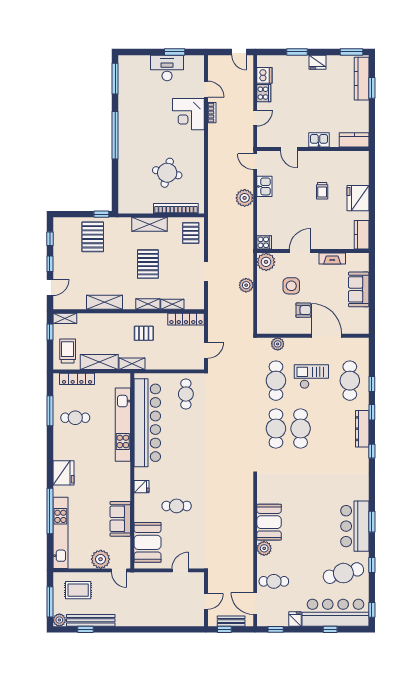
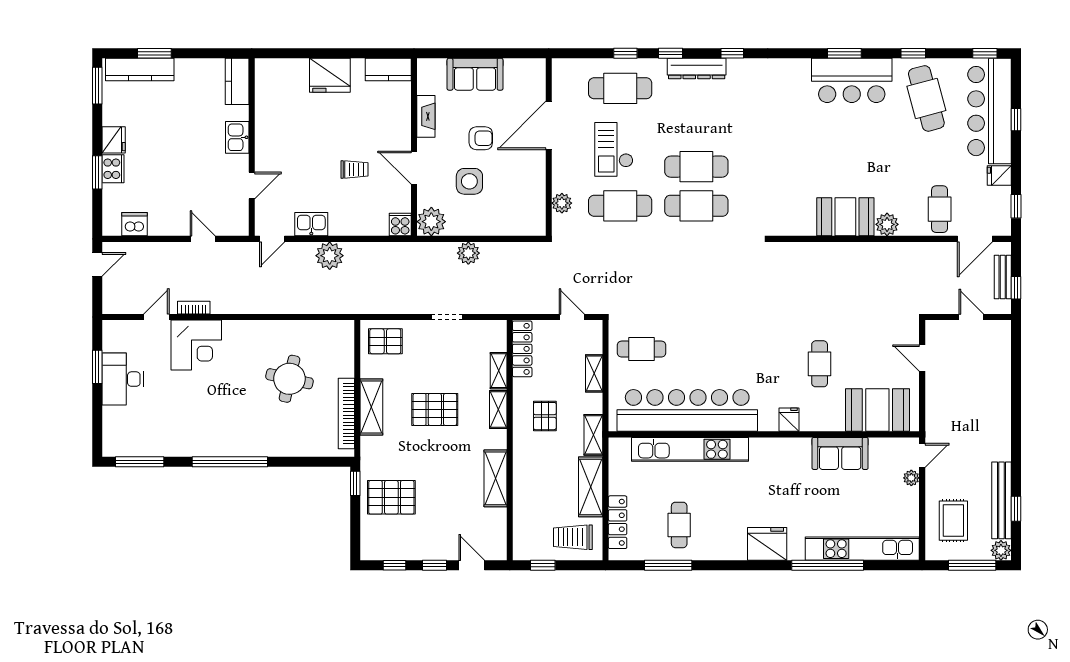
cooker: (264, 93) -> (113, 169), moved, turned 90
trolley: (322, 191) -> (354, 169), moved
bookcase: (176, 208) -> (346, 413), moved
armchair: (303, 310) -> (481, 138), moved, turned 90
shelving: (65, 318) -> (594, 373), moved
plant: (101, 559) -> (911, 478), width x0.53, depth x0.53

